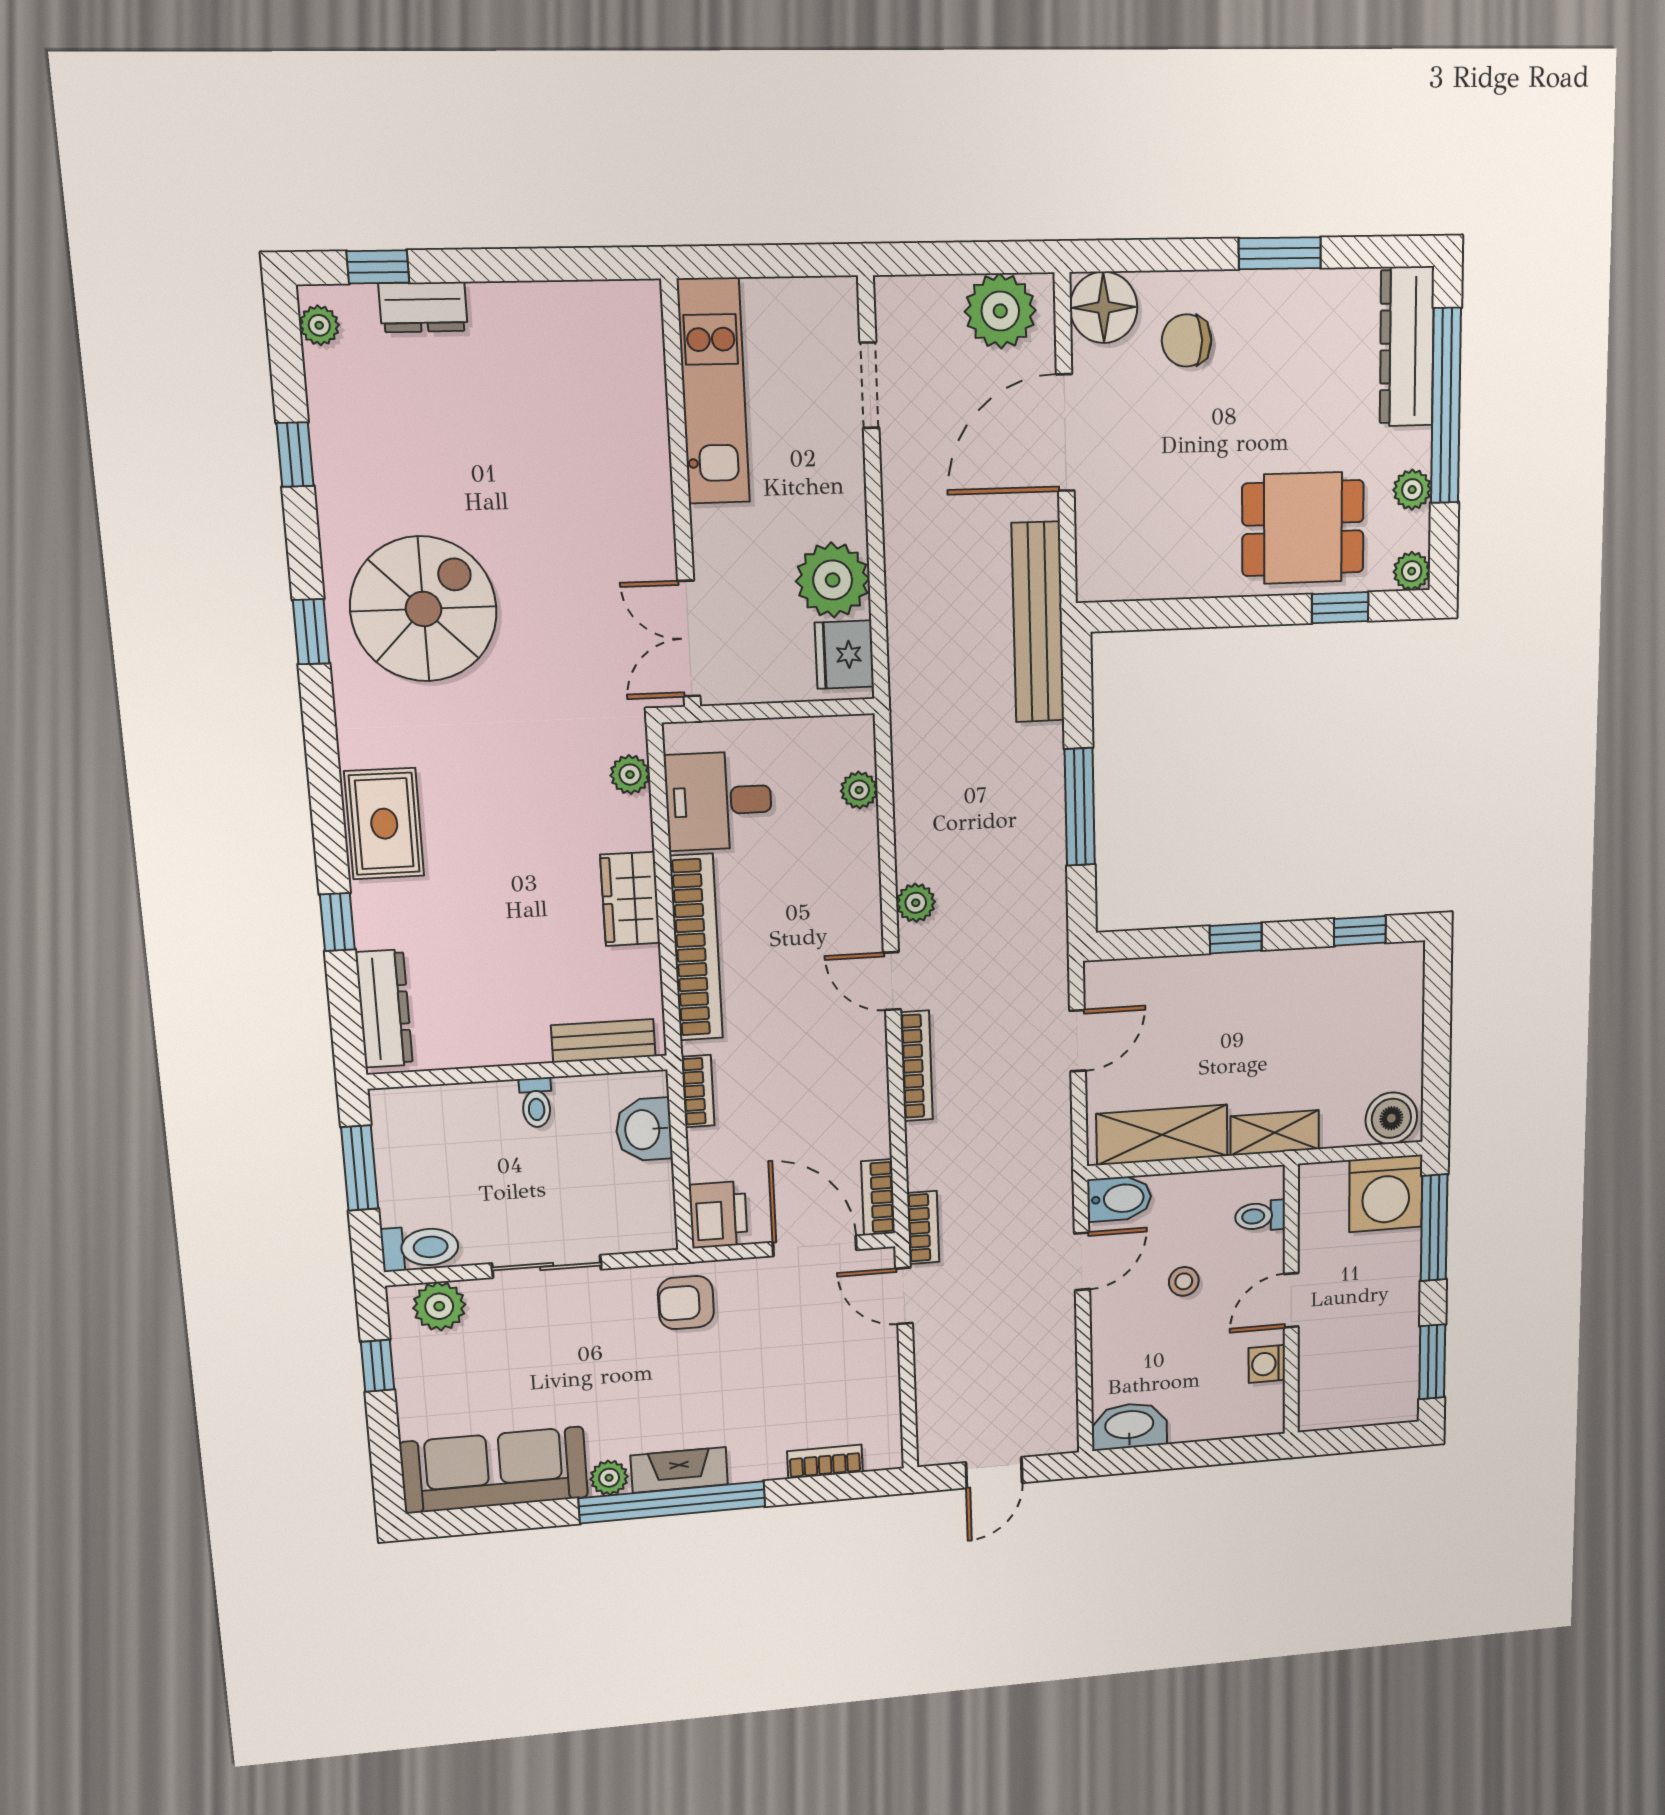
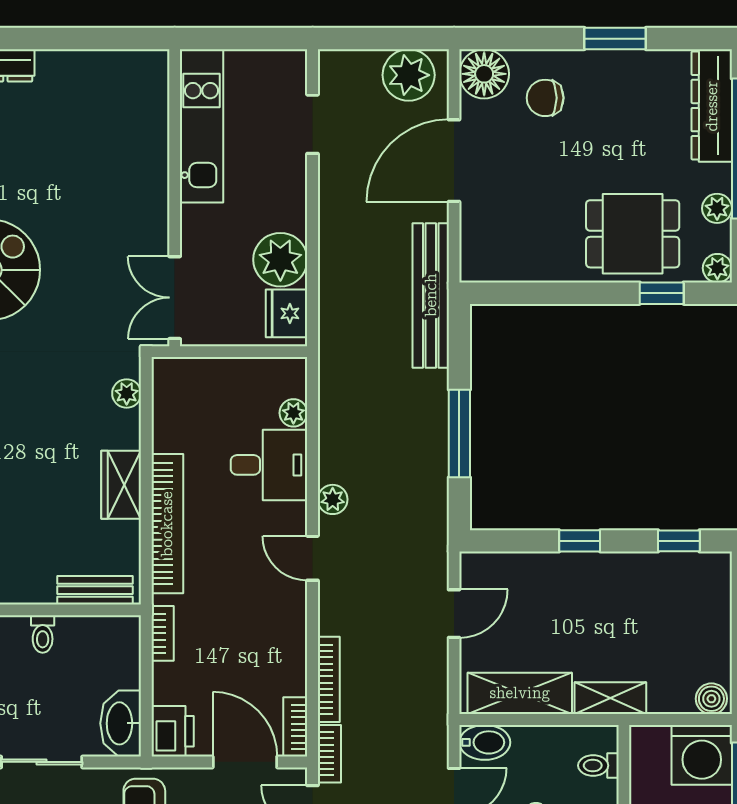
desk: (719, 801) -> (269, 465), moved, turned 180
bookcase: (917, 1066) -> (329, 679), moved
boiler: (1391, 1118) -> (711, 699), width x0.73, depth x0.73
washbasin: (644, 1130) -> (121, 723), moved, width x1.38

